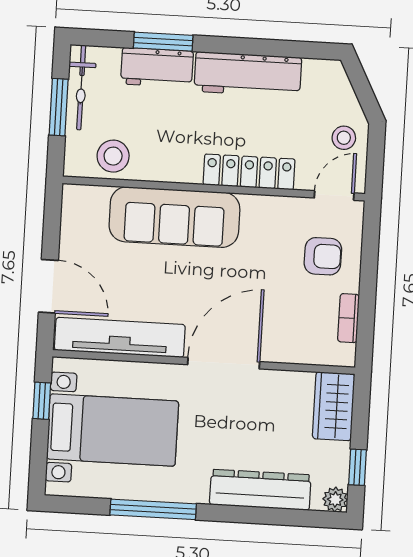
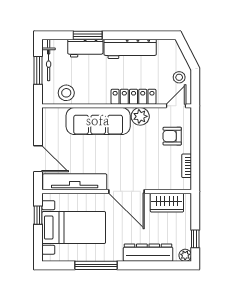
plant: (260, 213) -> (140, 116), added
armchair: (323, 256) -> (172, 136), turned 180
door: (224, 363) -> (126, 191), swing flipped
wardrobe: (334, 406) -> (167, 203), moved, turned -90

